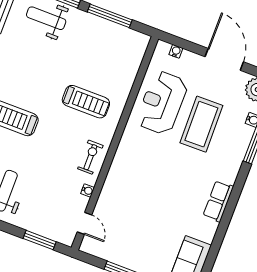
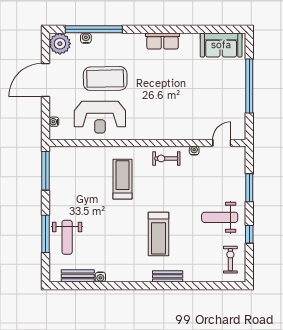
window: (110, 16) -> (46, 171), moved
window: (40, 240) -> (249, 188), moved

